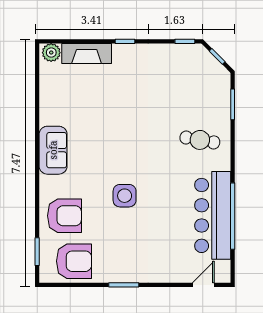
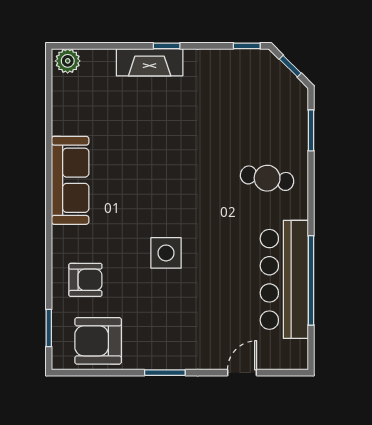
fireplace: (87, 54) -> (150, 62), moved
sofa: (53, 150) -> (70, 180), width x1.36
armchair: (64, 216) -> (85, 280), width x0.73, depth x0.73
armchair: (74, 261) -> (98, 341), turned 180
door: (203, 285) -> (242, 373), moved

